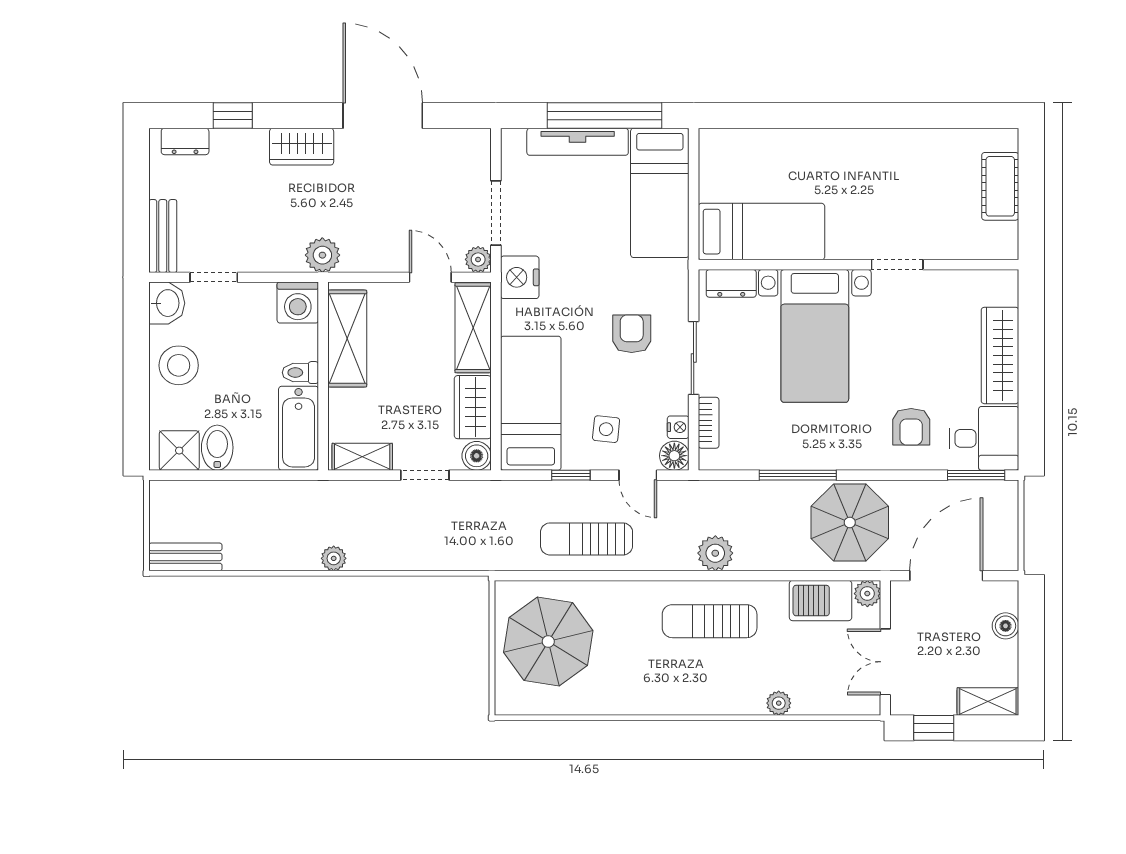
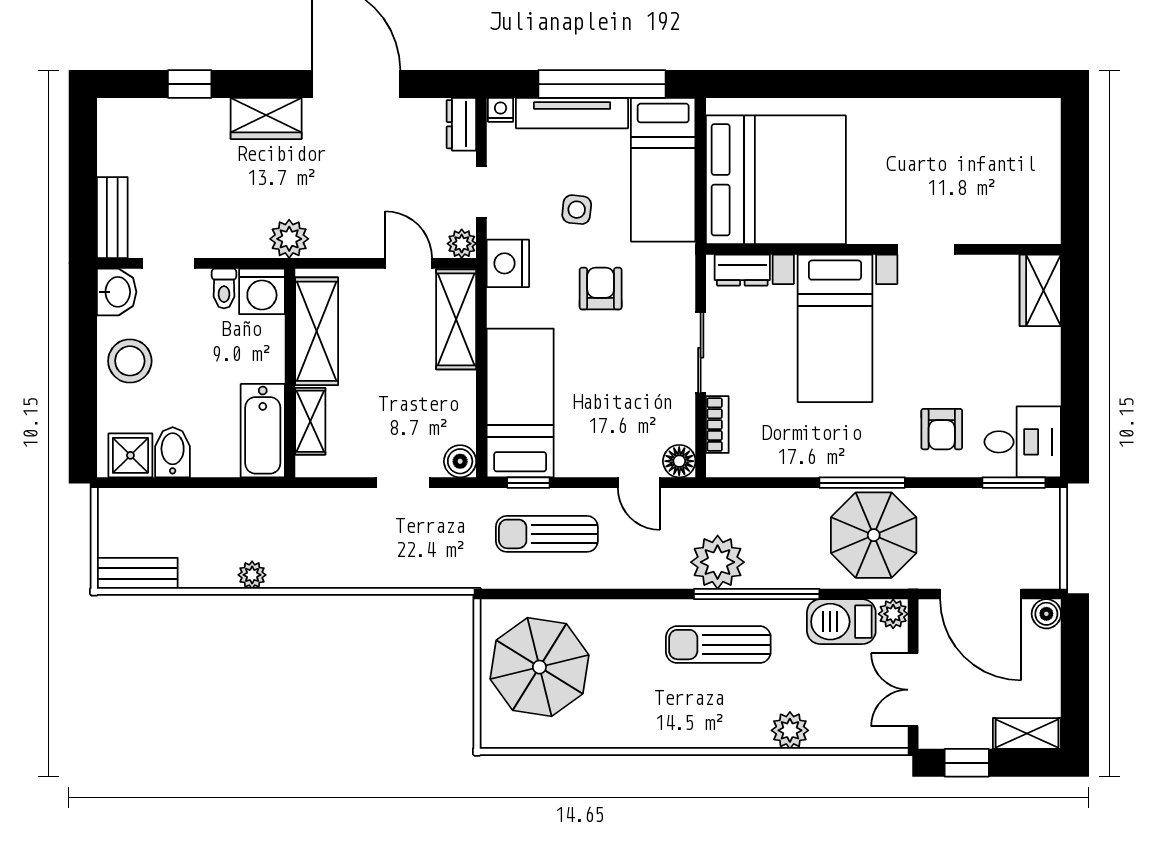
dresser: (185, 141) -> (461, 124), moved, turned 90
cot: (1000, 186) -> (1041, 163), removed
doorway: (496, 213) -> (481, 192), width x0.73
bed: (761, 232) -> (776, 180), width x2.04
armchair: (632, 334) -> (601, 289), moved
wardrobe: (1000, 355) -> (1040, 290), moved, width x0.67
toilet: (300, 373) -> (224, 289), moved, turned -90
wardrobe: (473, 407) -> (456, 407), removed
nightstand: (678, 427) -> (501, 110), moved, turned -90
side table: (606, 429) -> (577, 210), moved
shelving: (362, 457) -> (310, 421), moved, turned 90
window: (571, 475) -> (528, 483), moved
window: (798, 475) -> (862, 483), moved
sun lounger: (587, 539) -> (547, 534), moved
plant: (715, 553) -> (718, 562), width x1.36, depth x1.36
plant: (334, 558) -> (252, 575), moved
window: (744, 576) -> (757, 594), added
door: (946, 576) -> (981, 594), swing flipped
boiler: (1006, 626) -> (1046, 614), moved
plant: (779, 703) -> (790, 730), width x1.38, depth x1.38

